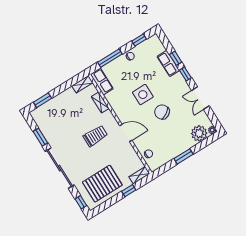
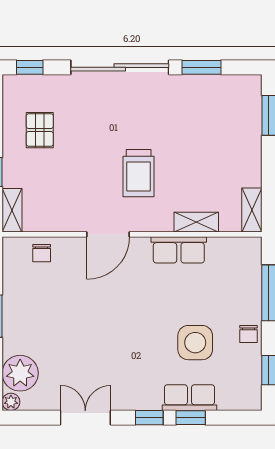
row of seats: (102, 82) -> (179, 250), moved
side table: (143, 95) -> (195, 343), moved
chair: (162, 112) -> (105, 328), removed
pallet: (102, 184) -> (40, 130), width x0.49, depth x0.50

